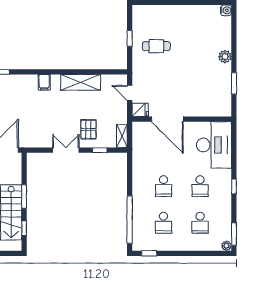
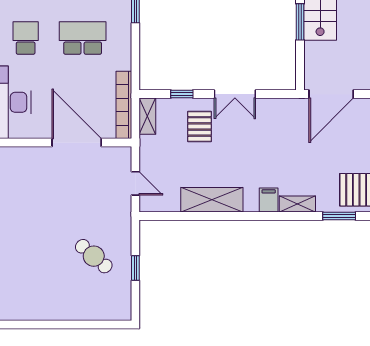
cafe table: (156, 46) -> (94, 256), turned 41
shelving: (26, 80) -> (297, 204), added
fridge: (140, 110) -> (119, 157), removed
bookcase: (137, 143) -> (124, 105), added
school desk: (164, 186) -> (83, 38), width x1.85

